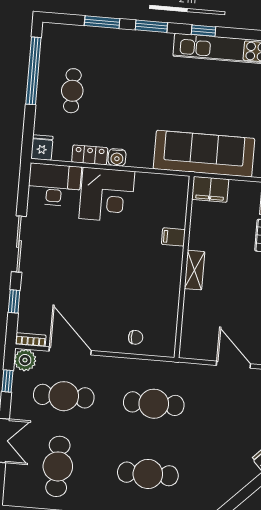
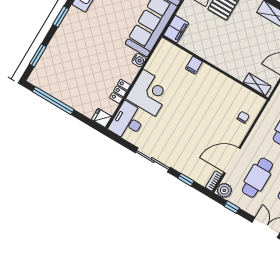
window: (102, 22) -> (38, 55), moved
cafe table: (72, 91) -> (76, 83), removed
water cooler: (117, 157) -> (139, 60), moved
shelving: (194, 270) -> (257, 84), moved

